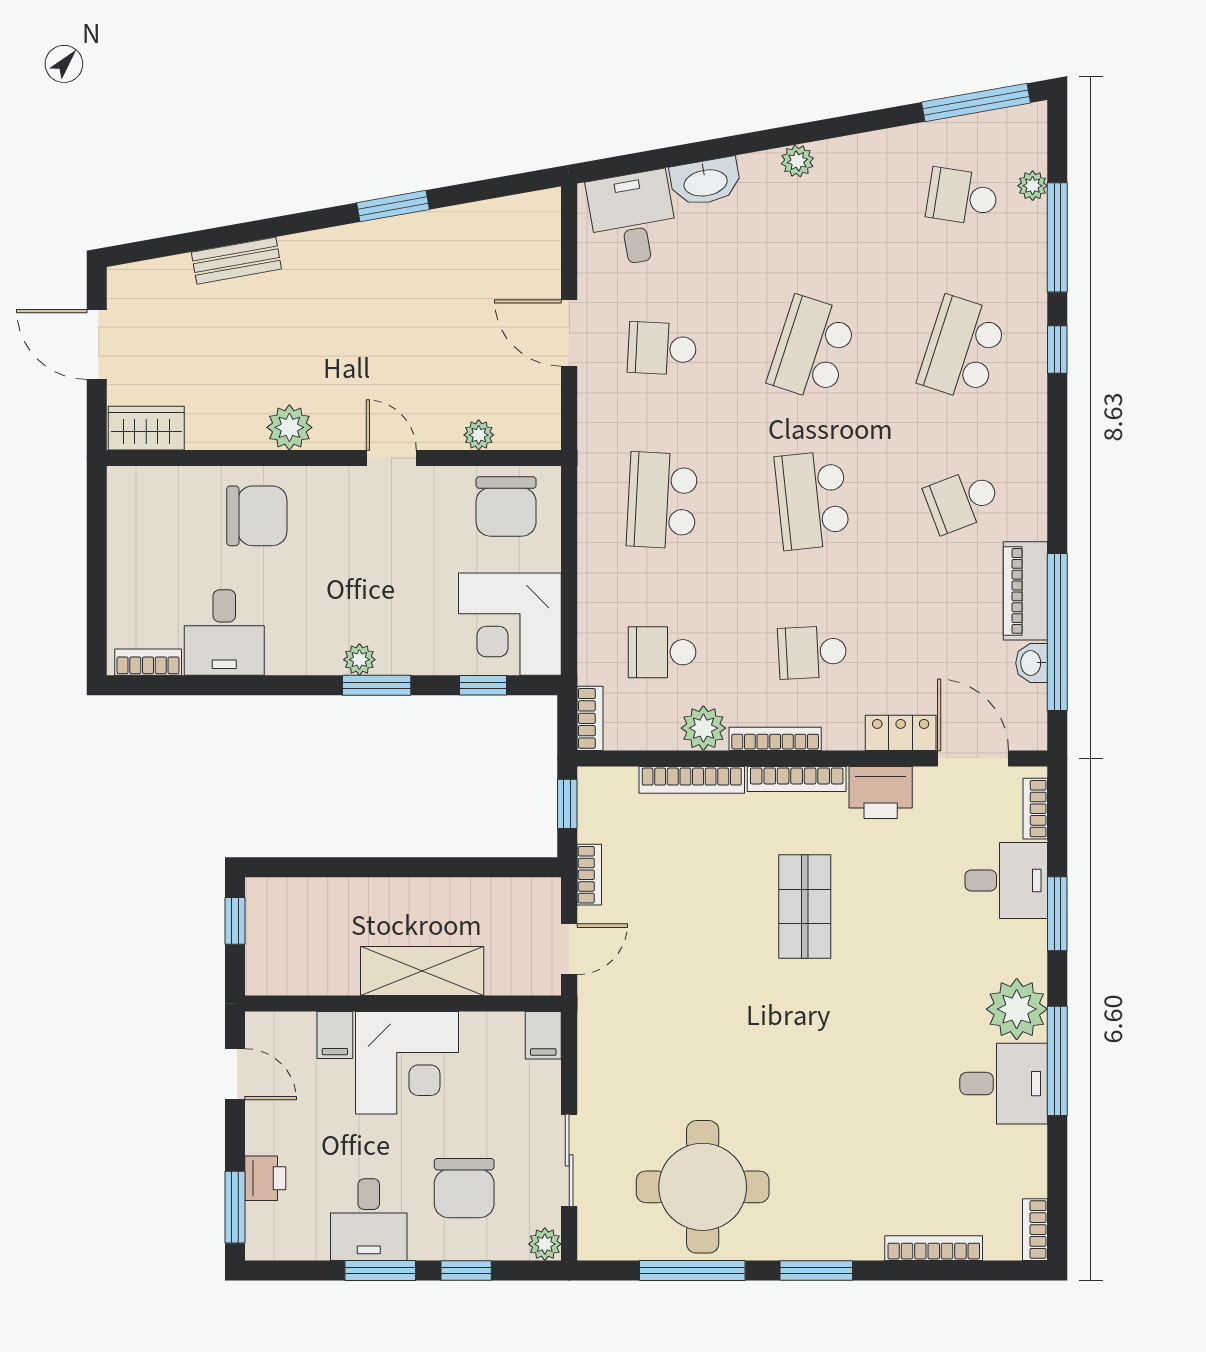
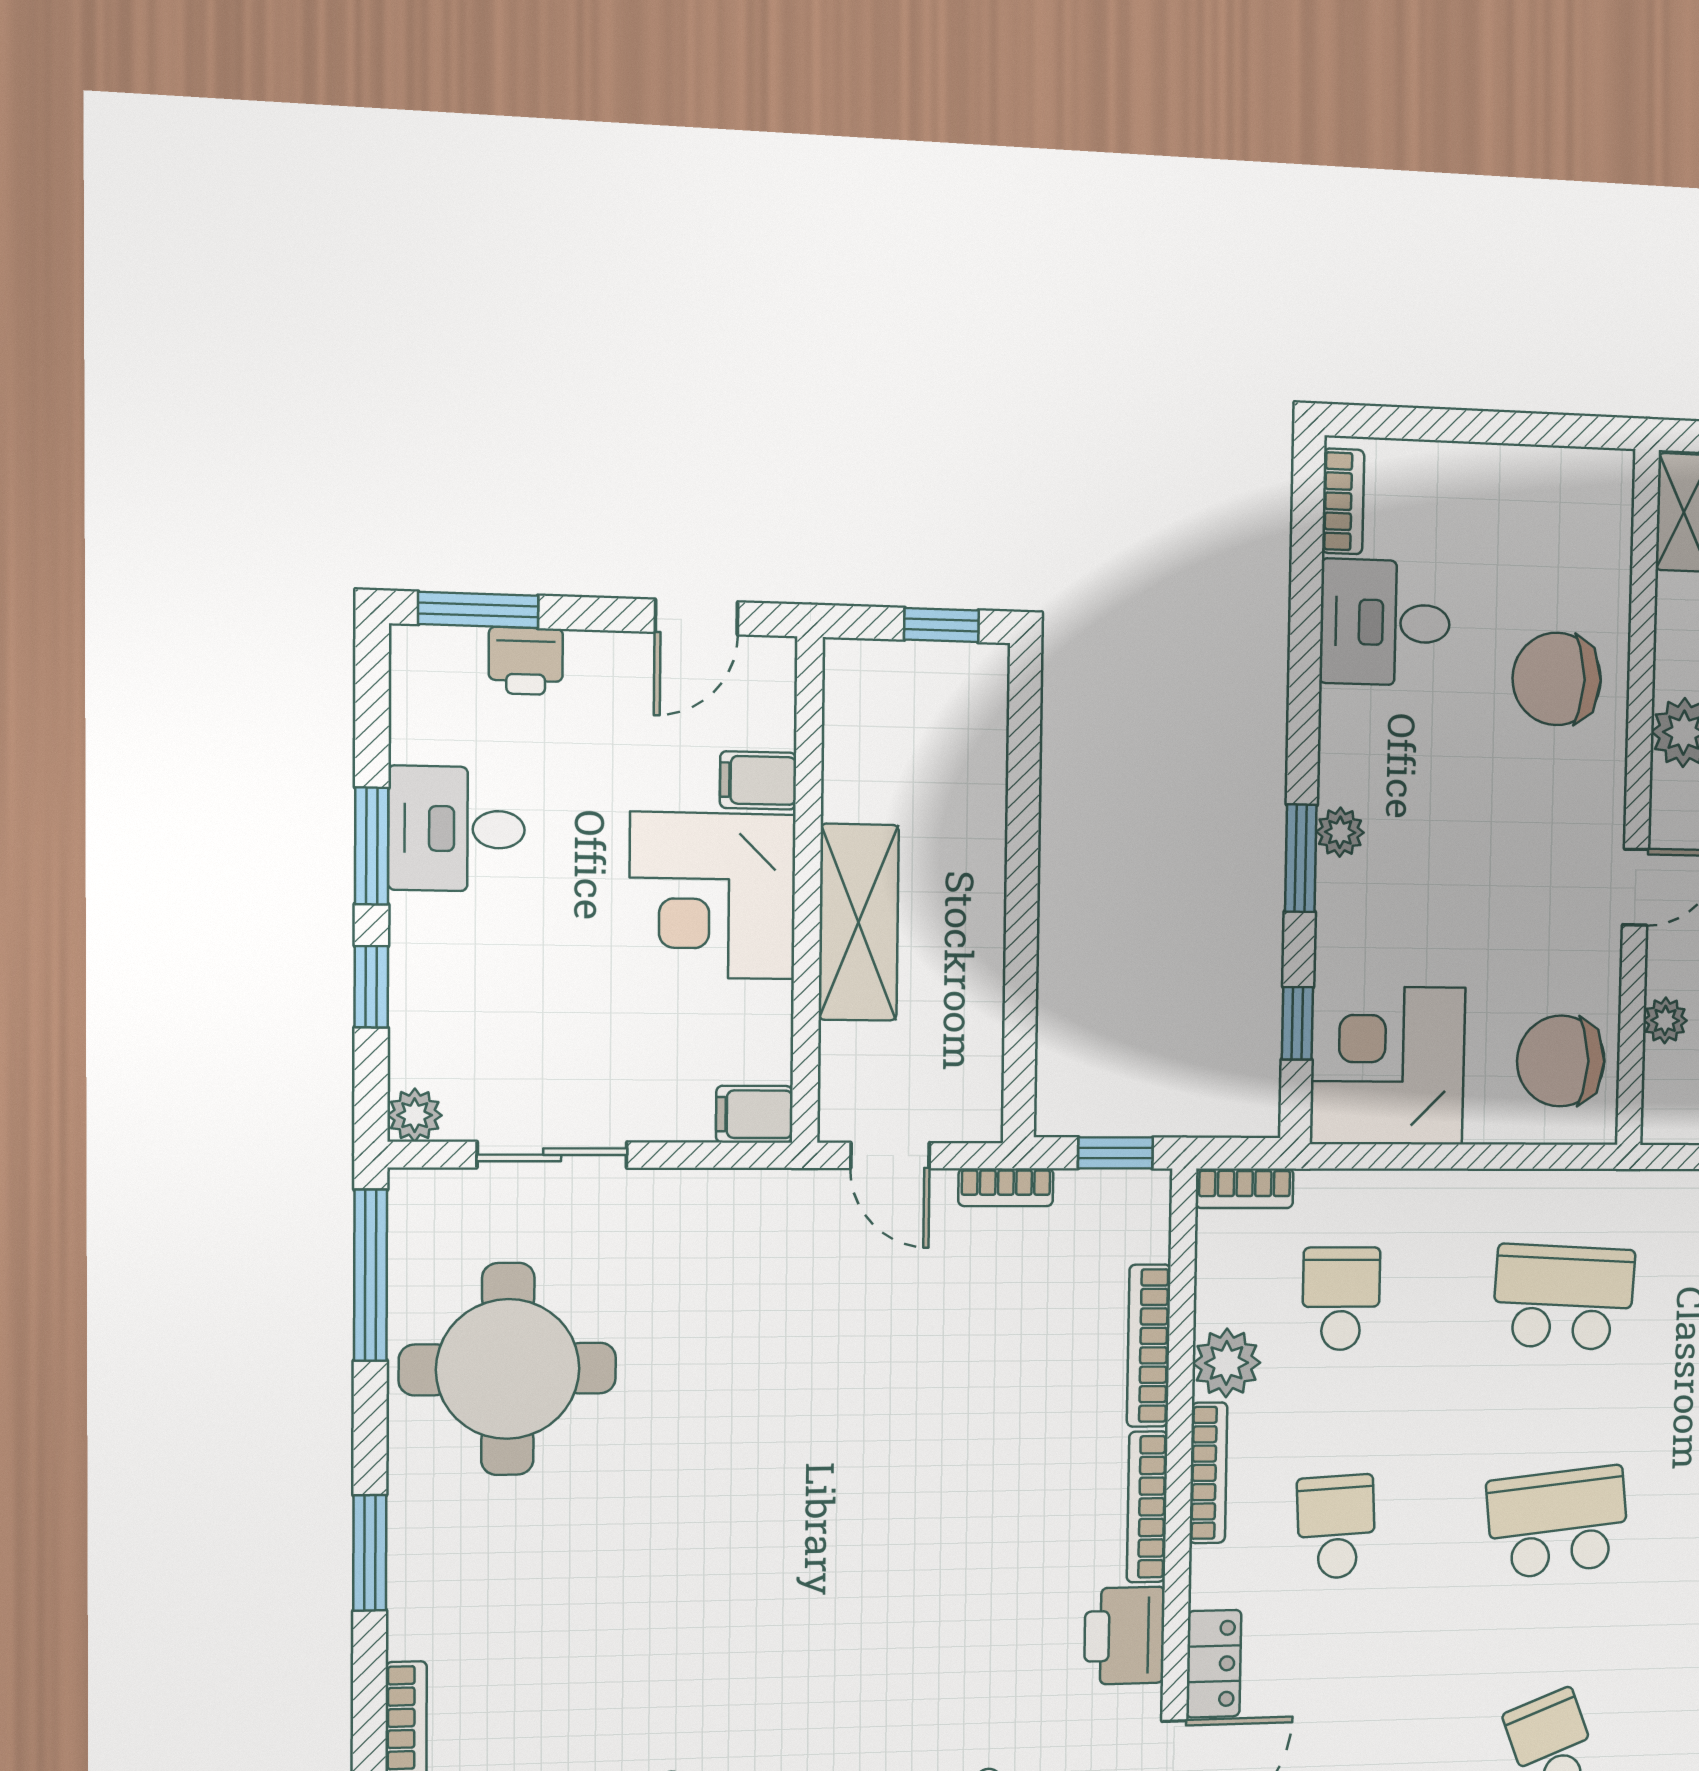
chair: (257, 516) -> (1557, 679), turned 90
shop shelf: (805, 907) -> (952, 1523), removed
chair: (464, 1188) -> (508, 985), removed
window: (692, 1270) -> (370, 1275), moved

